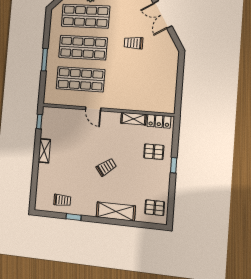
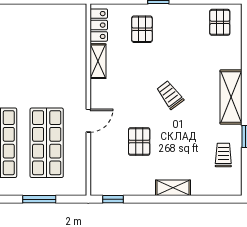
window: (44, 60) -> (39, 199), moved
pallet: (76, 143) -> (139, 142), added
shelving: (44, 151) -> (173, 188), moved
shelving: (116, 211) -> (231, 97), moved

